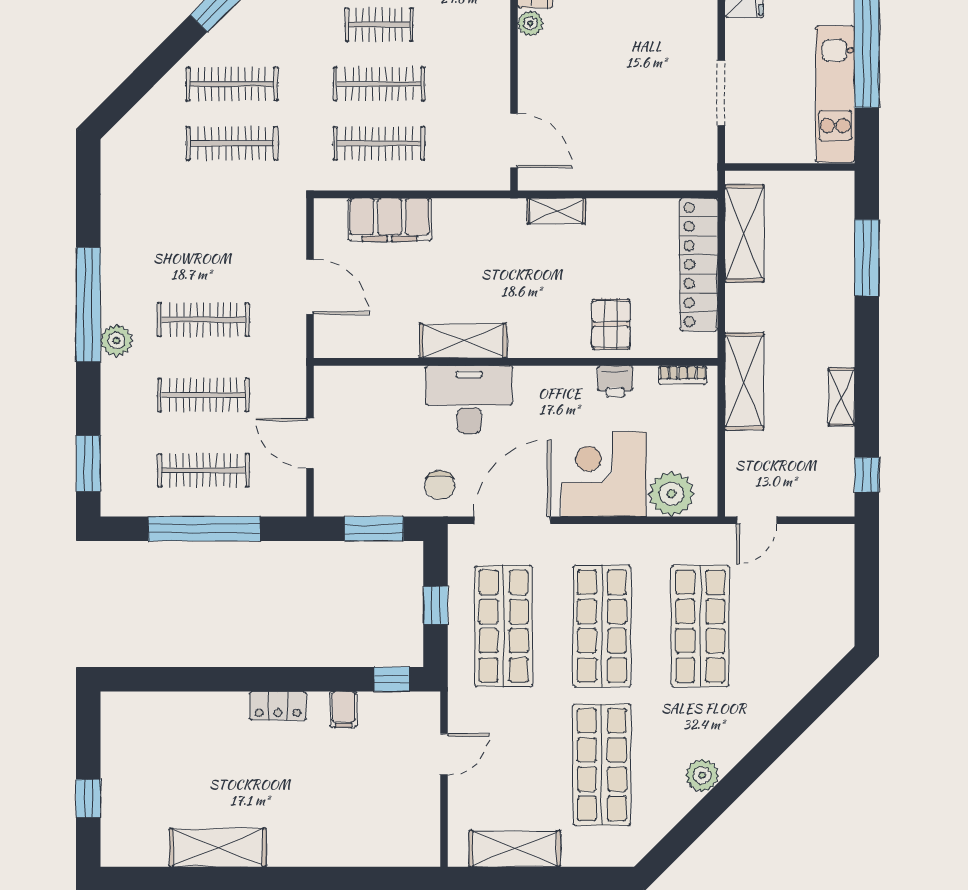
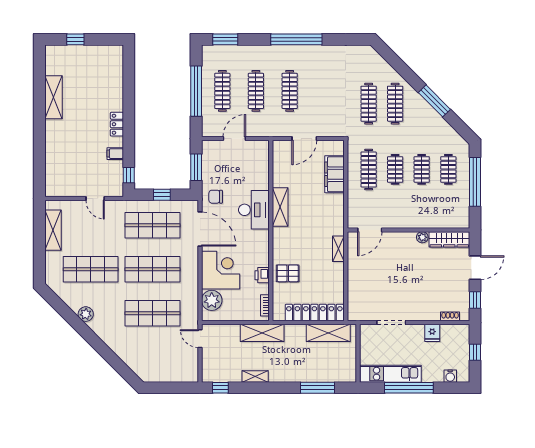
clothes rail: (379, 84) -> (395, 169), width x0.73
plant: (116, 340) -> (280, 52), removed

